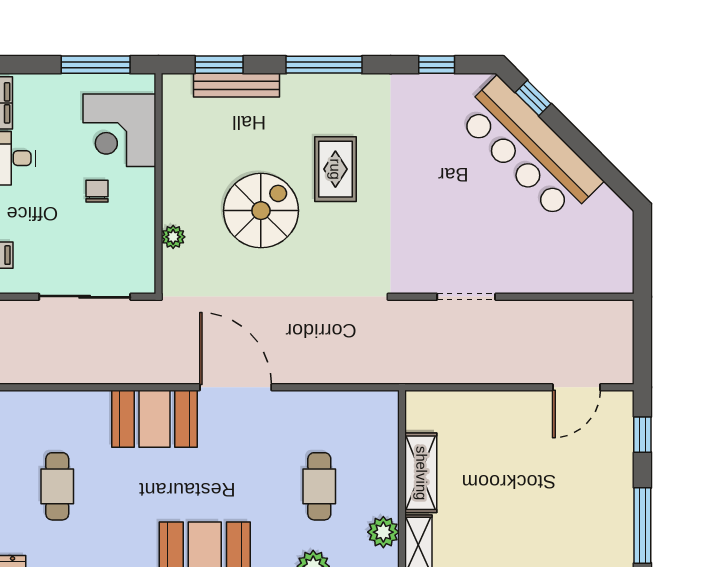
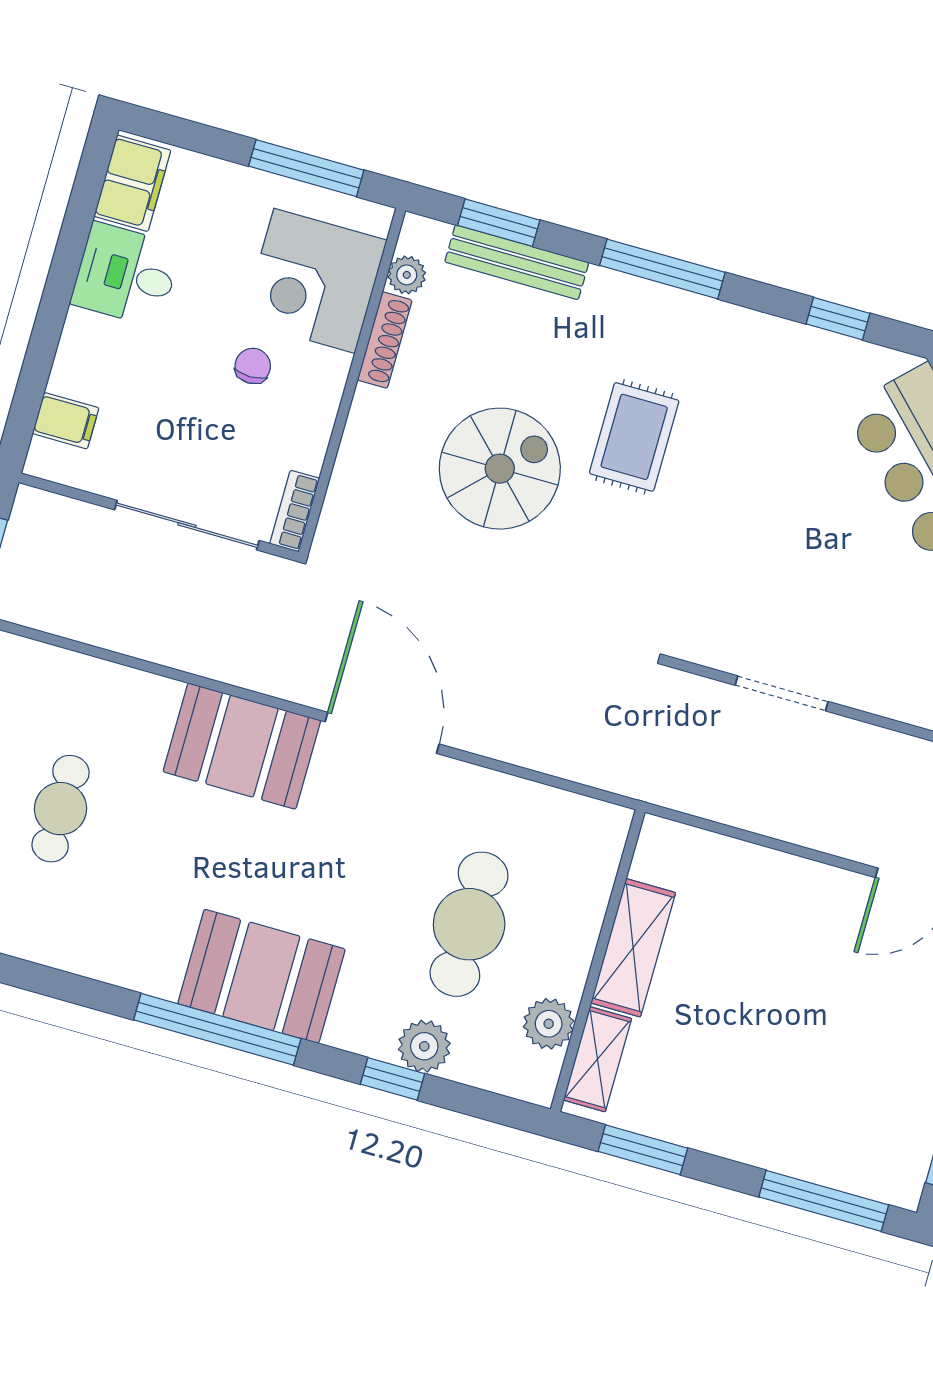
shoe rack: (171, 154) -> (385, 340), added
plant: (173, 237) -> (407, 275), moved
bookcase: (146, 270) -> (295, 511), added
cafe table: (319, 486) -> (469, 924), width x1.37, depth x1.35

